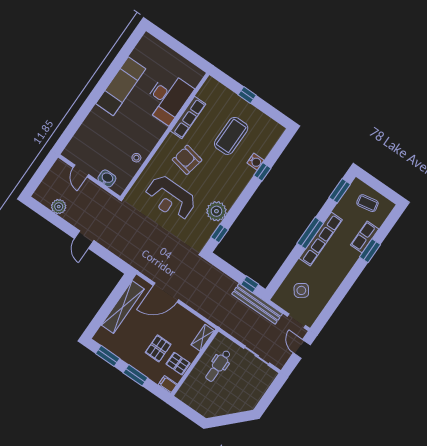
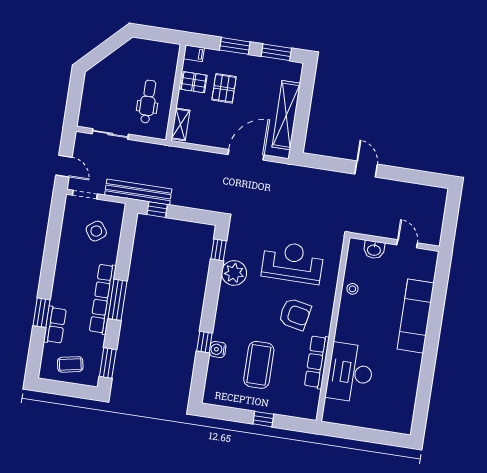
exam couch: (121, 86) -> (416, 316), moved
plant: (59, 207) -> (412, 192), removed

